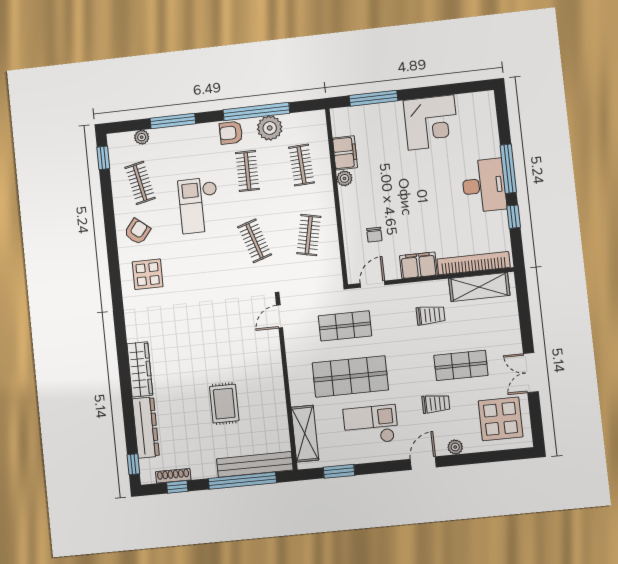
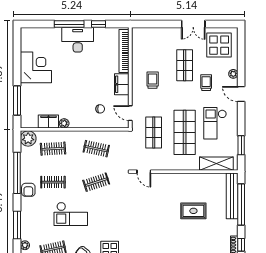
plant: (270, 128) -> (28, 138), moved
shelving: (479, 287) -> (139, 49), removed

